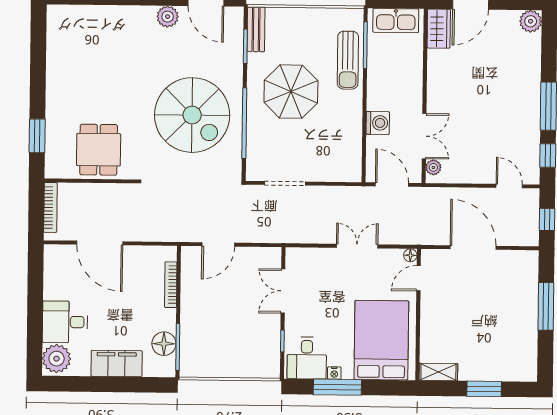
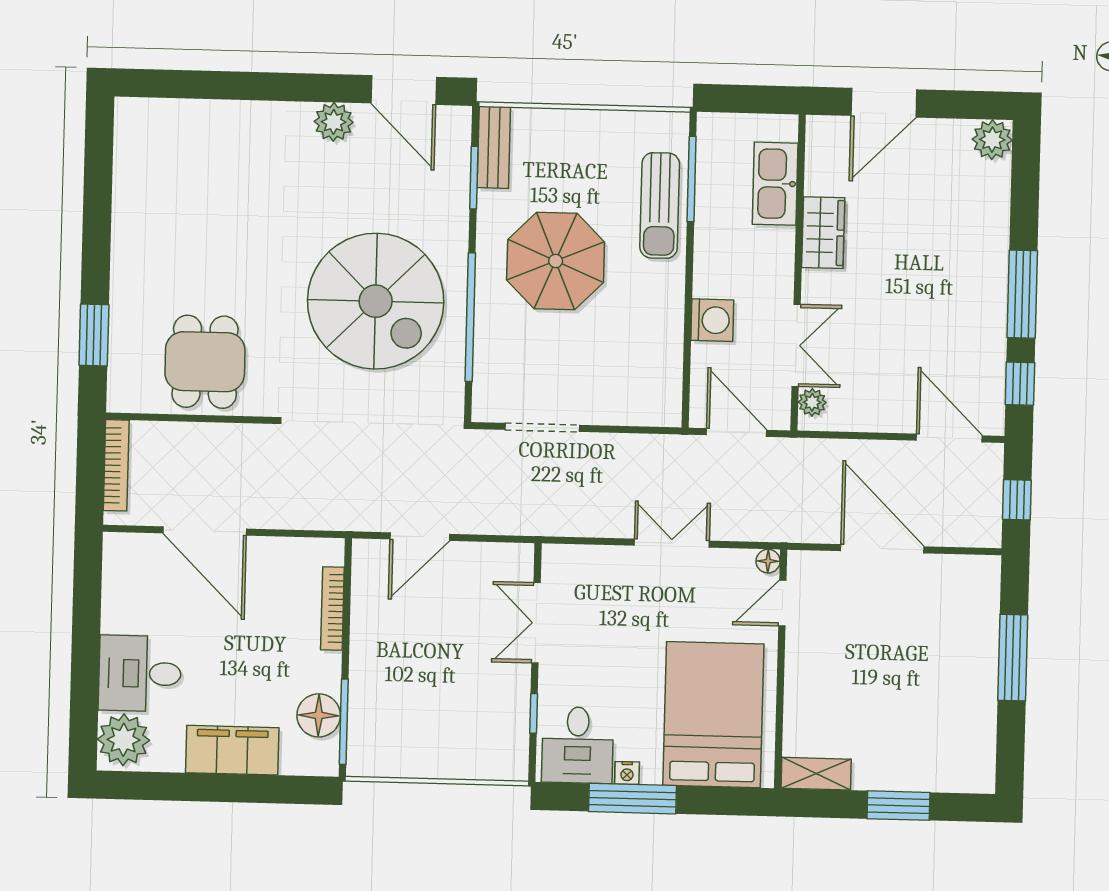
kitchen sink: (396, 21) -> (775, 184), moved, turned 90
wardrobe: (439, 29) -> (823, 233), moved
door: (509, 186) -> (949, 438), width x1.38

